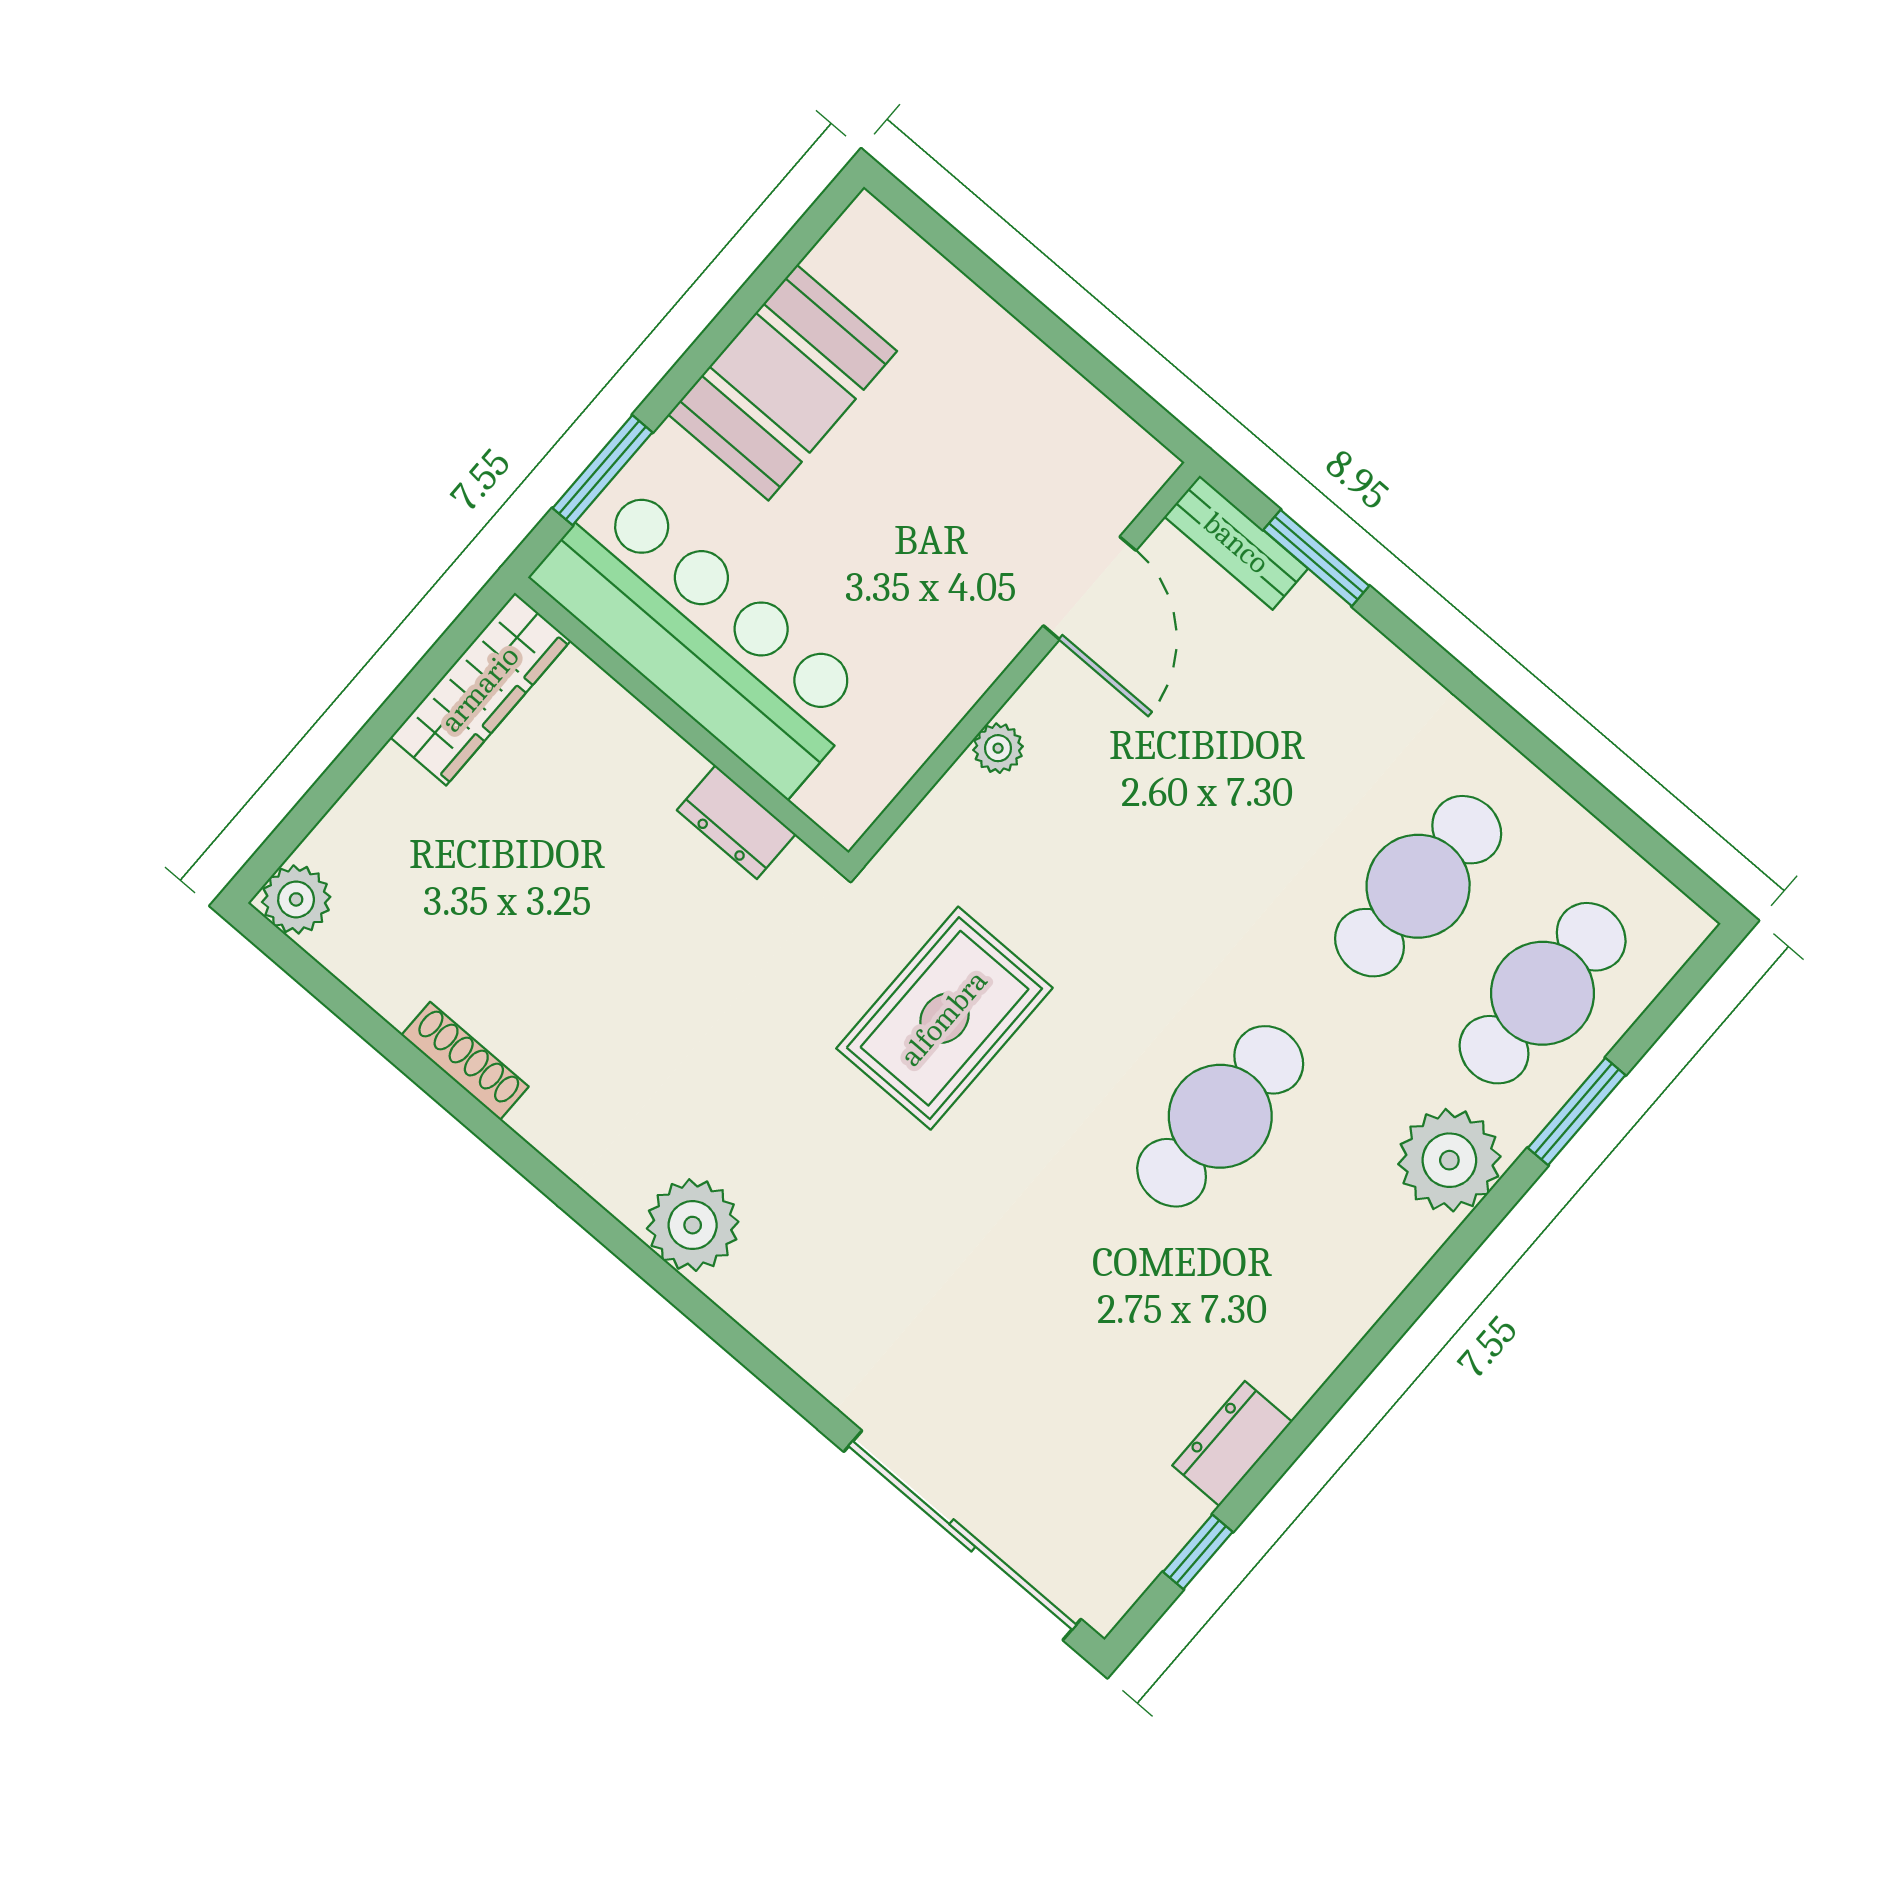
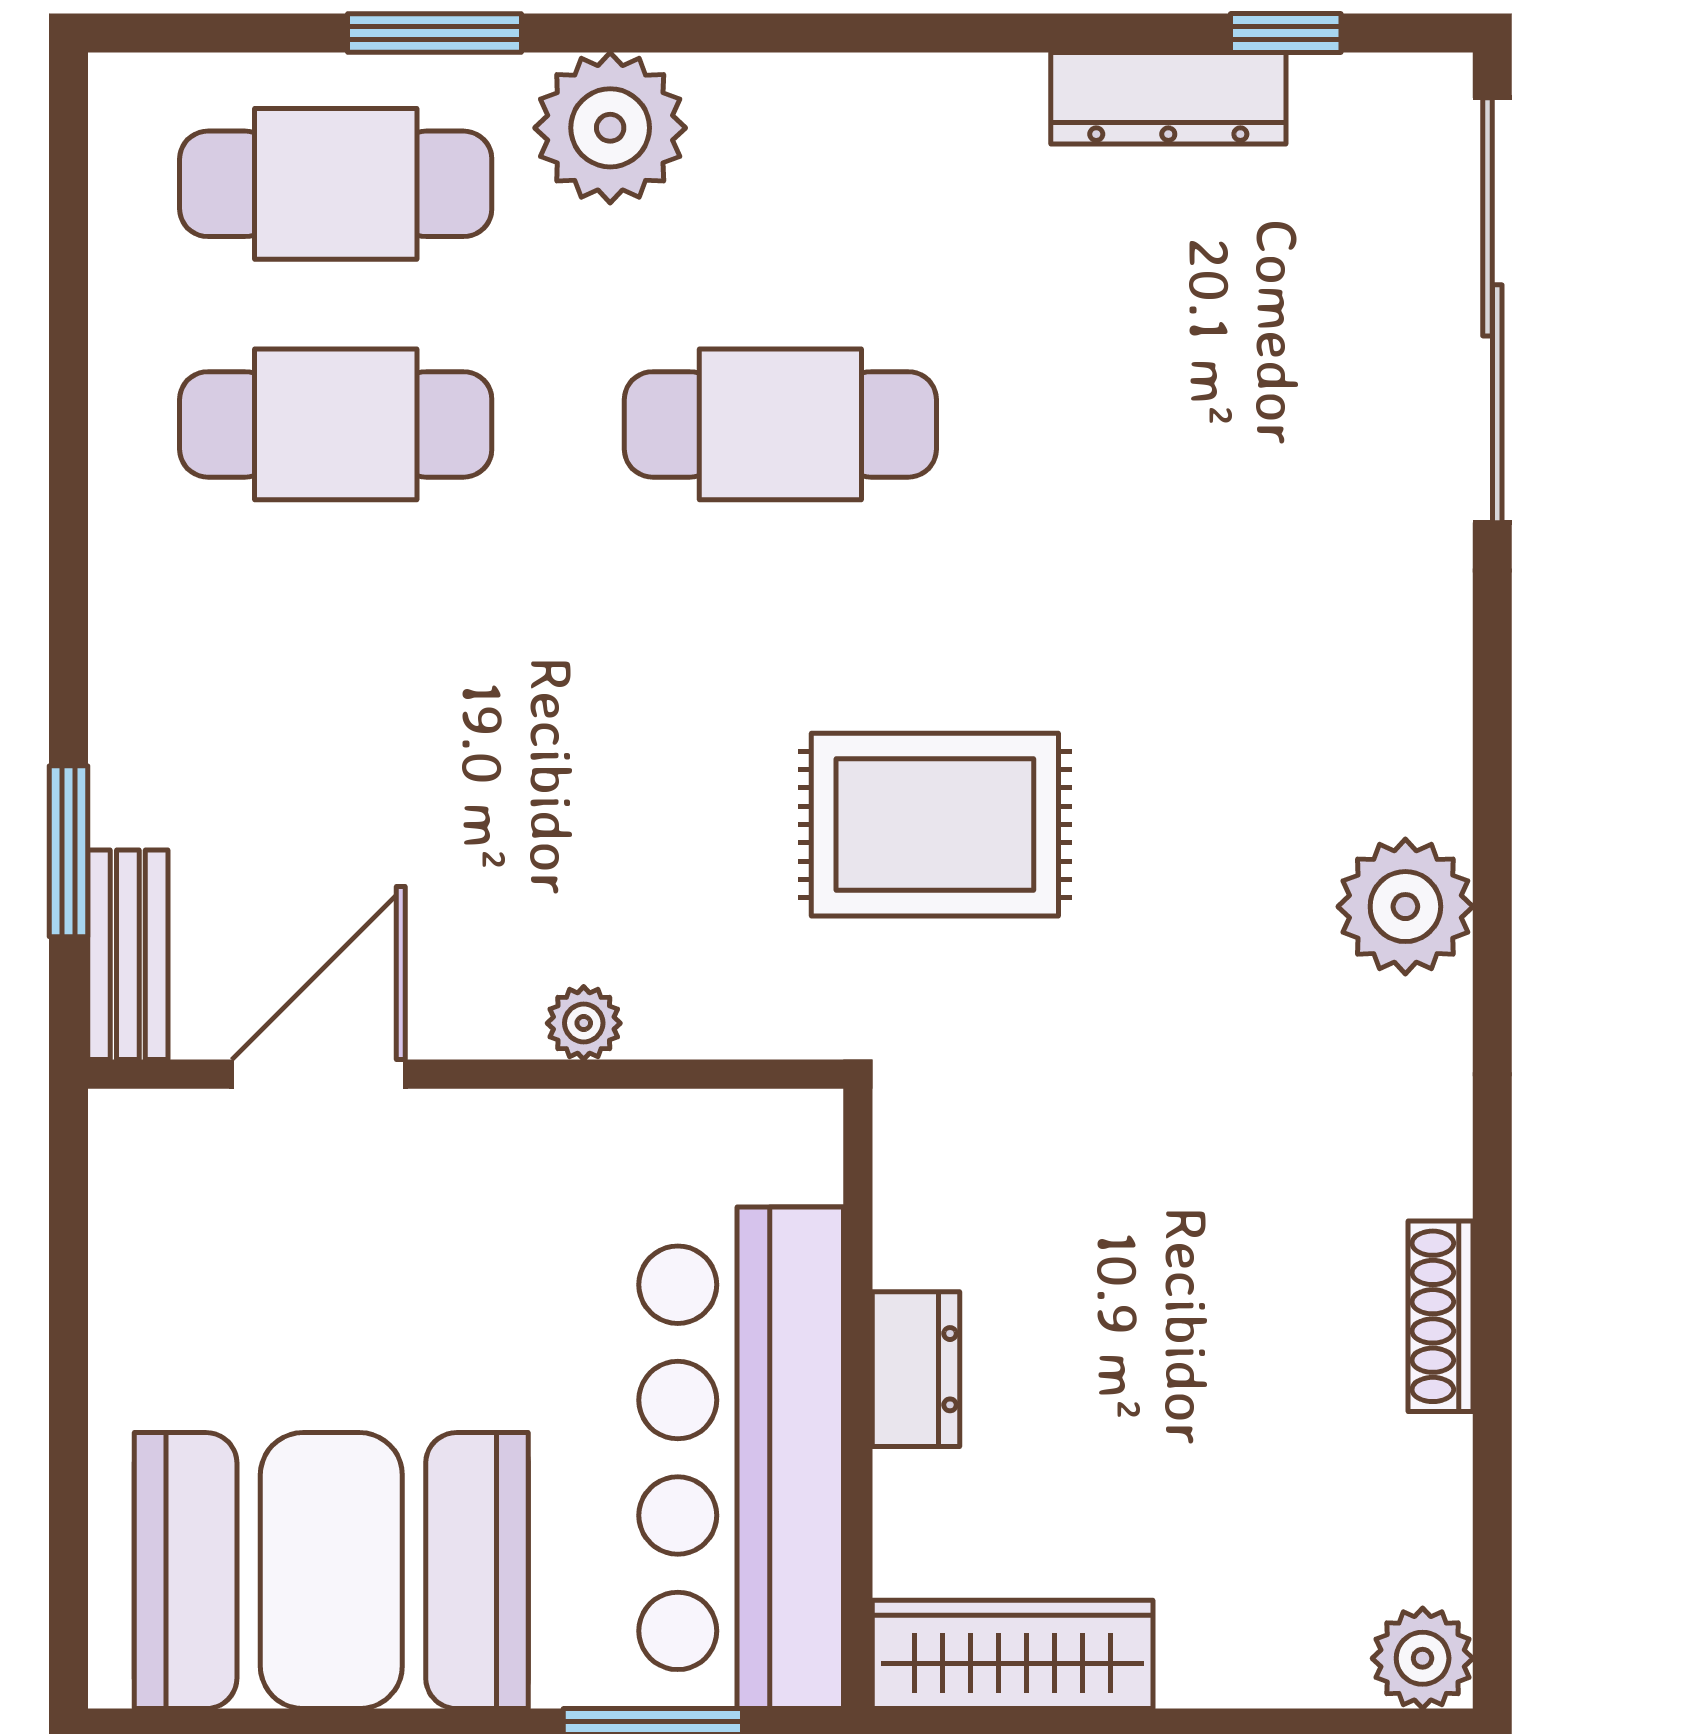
booth: (783, 383) -> (331, 1571), width x1.36, depth x1.42
dresser: (736, 822) -> (916, 1369), moved
dresser: (1232, 1444) -> (1168, 98), width x1.44

